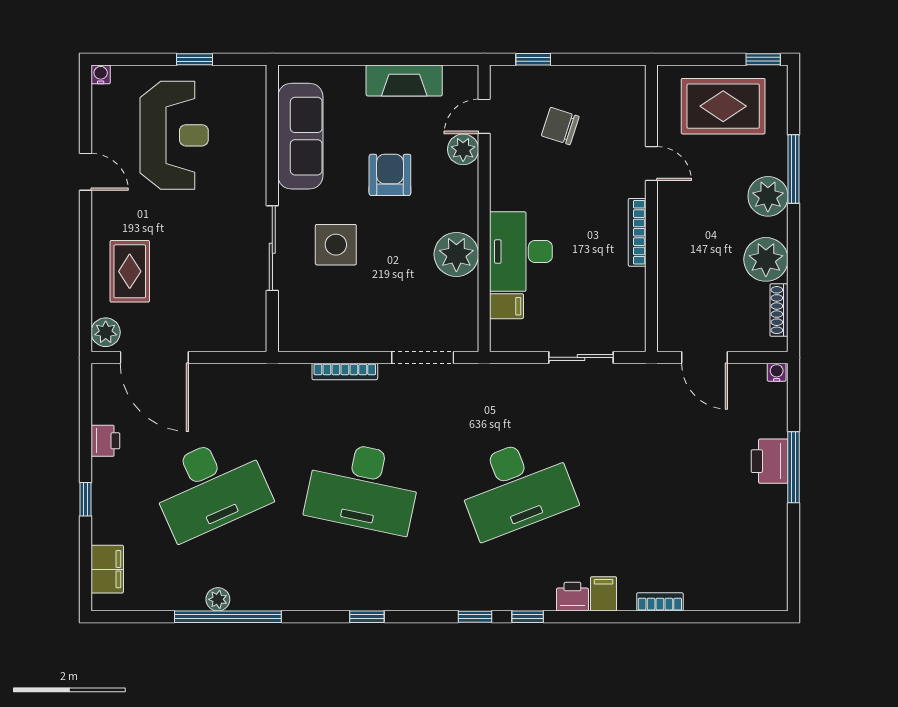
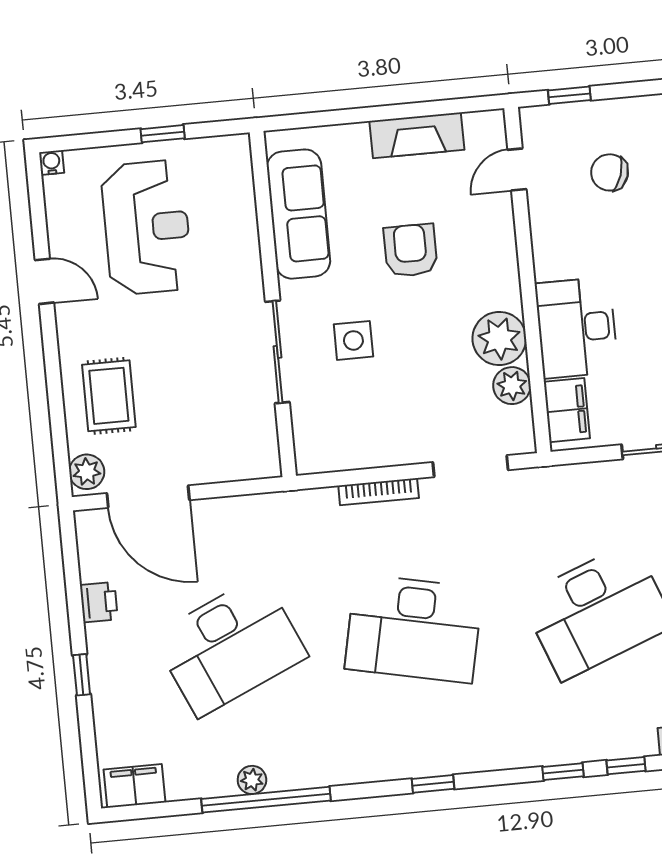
plant: (463, 149) -> (512, 386), moved
side table: (336, 245) -> (353, 340), width x0.73, depth x0.73
filing cabinet: (506, 306) -> (567, 410), width x2.00
filing cabinet: (107, 569) -> (135, 786), moved, turned -90

